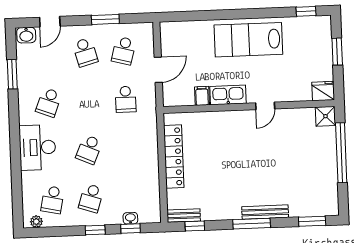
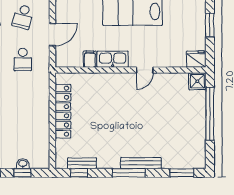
bench: (184, 216) -> (82, 163), moved

